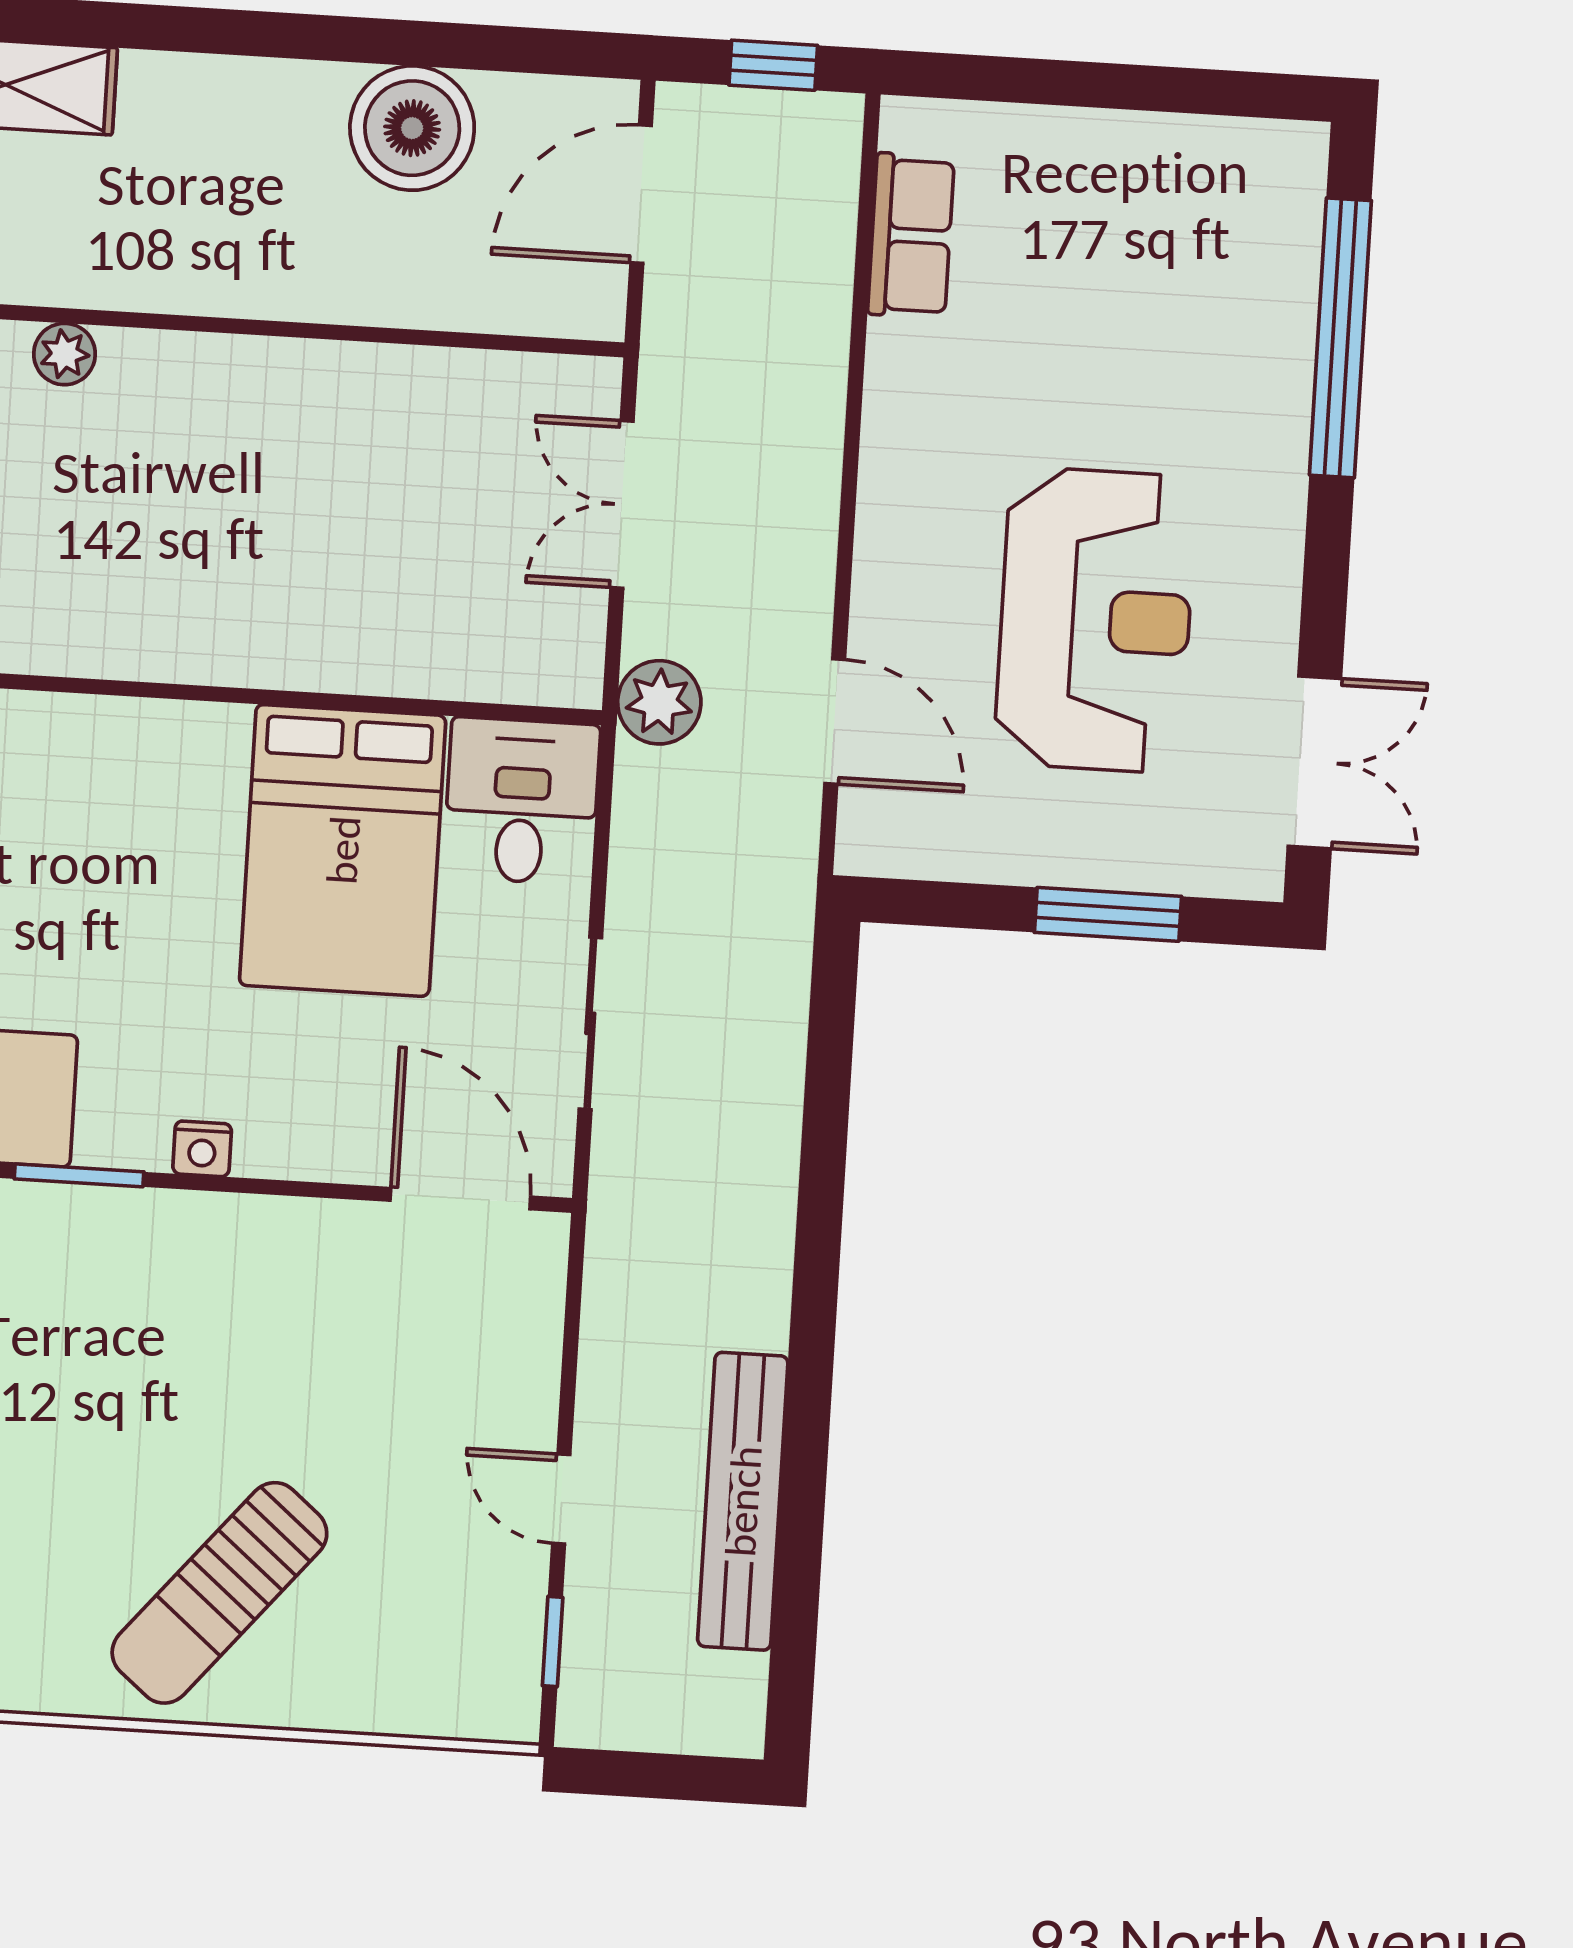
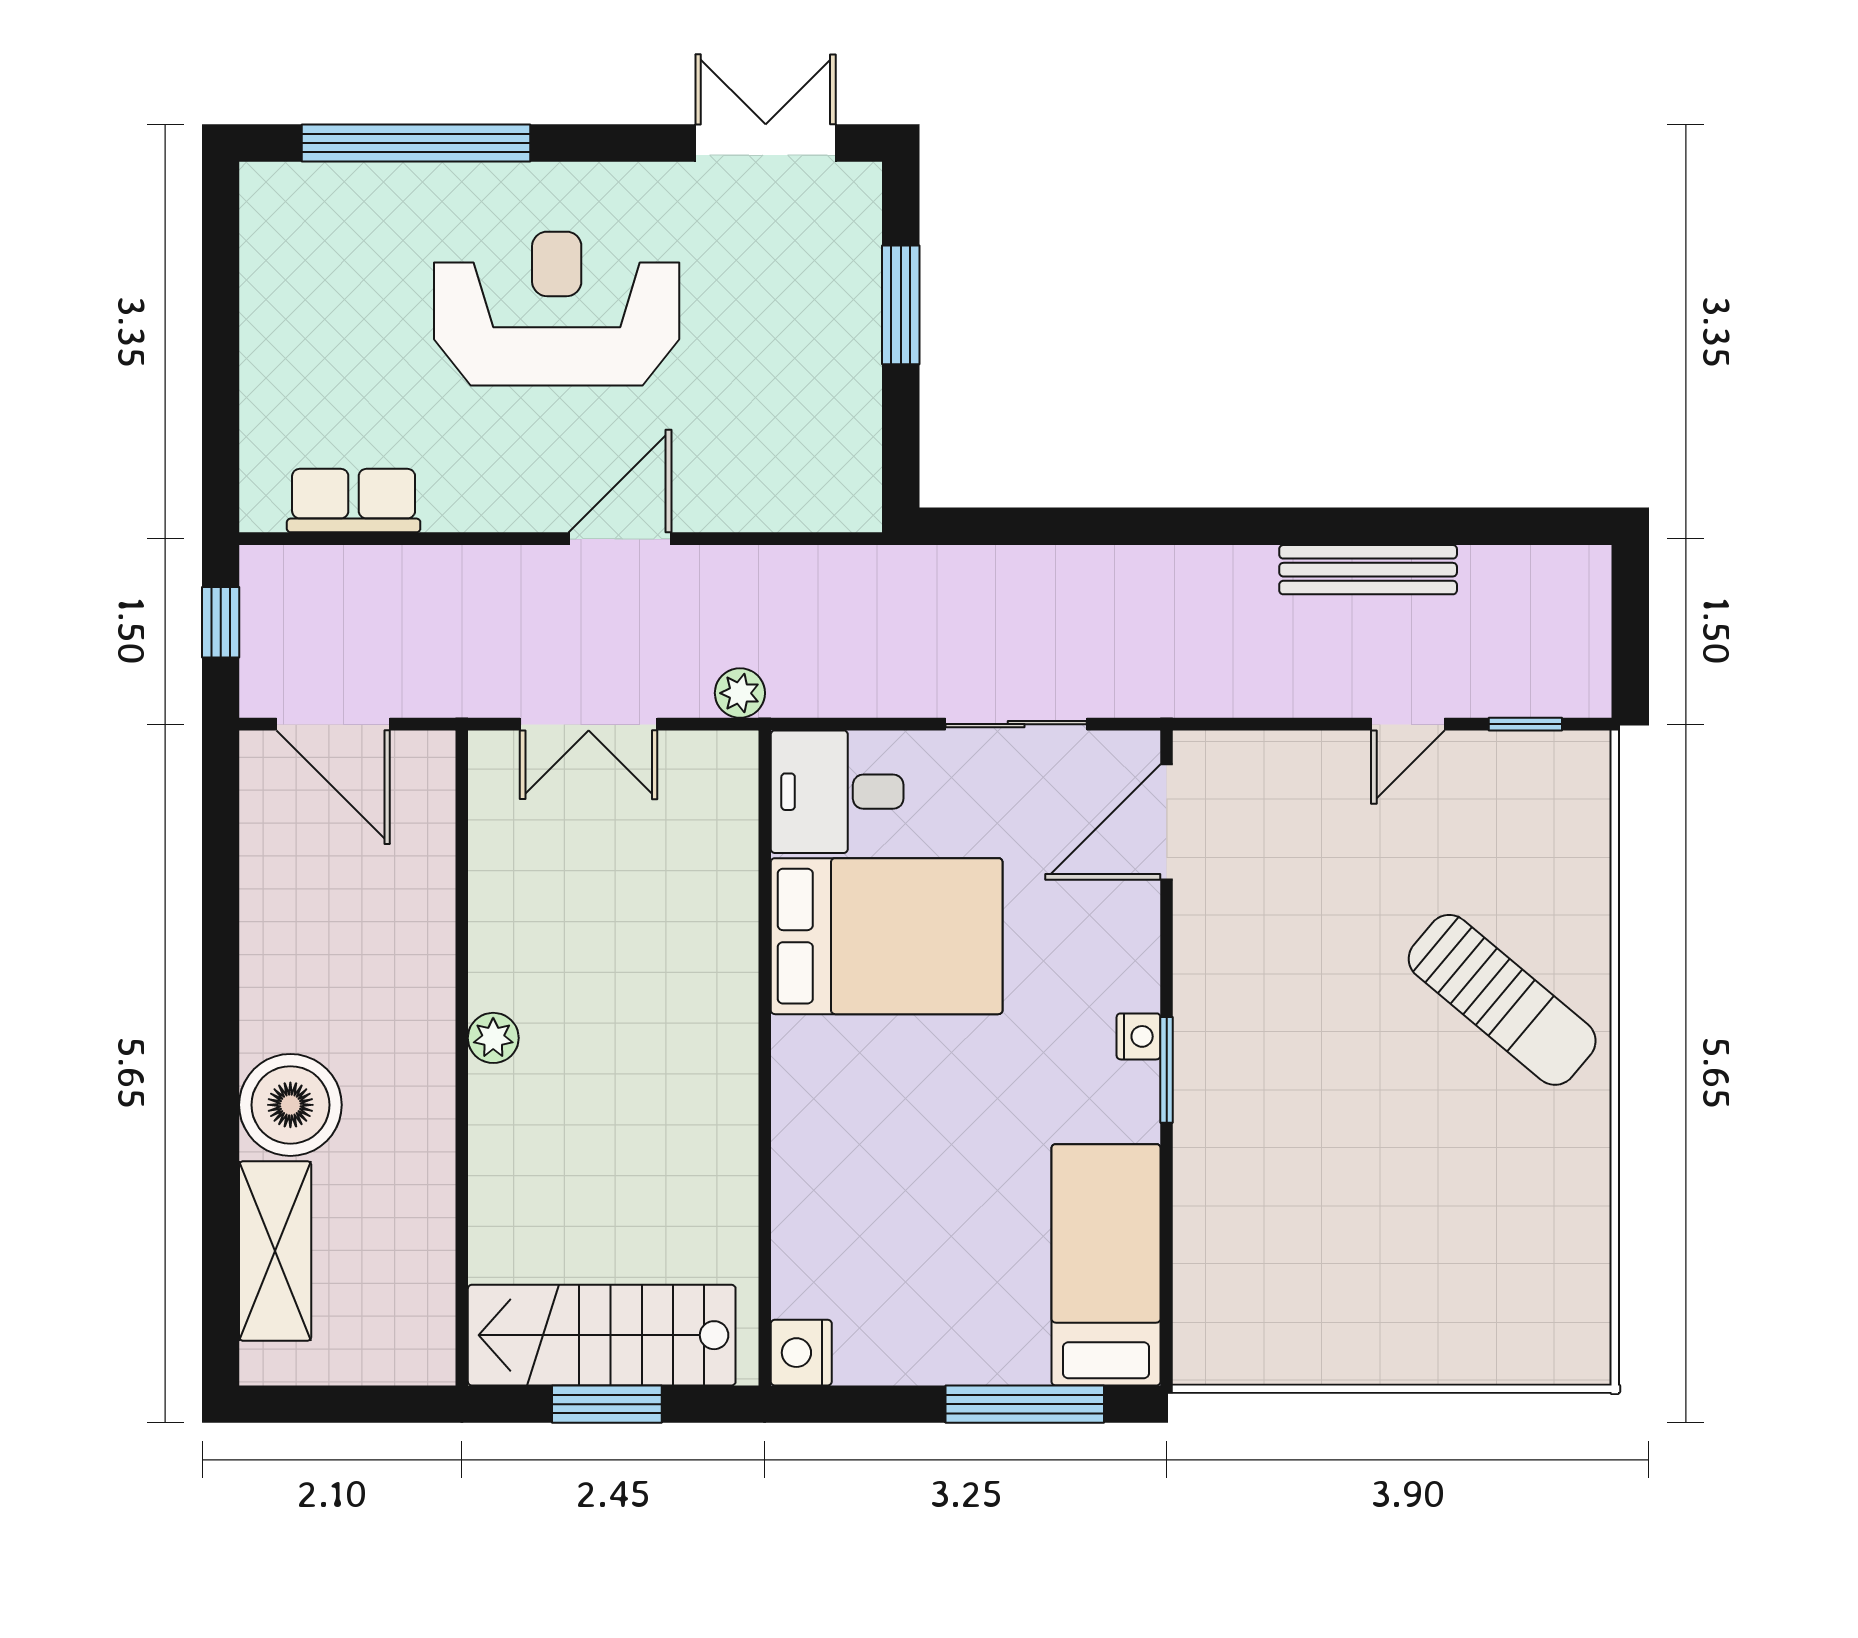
boiler: (412, 128) -> (290, 1105), moved
plant: (65, 354) -> (493, 1038), moved
reception desk: (1095, 620) -> (557, 309), moved
plant: (659, 702) -> (740, 693), width x0.73, depth x0.73
door: (835, 722) -> (620, 539), moved
window: (79, 1175) -> (1167, 1070), moved
bench: (743, 1501) -> (1368, 570), width x0.73, depth x0.82

